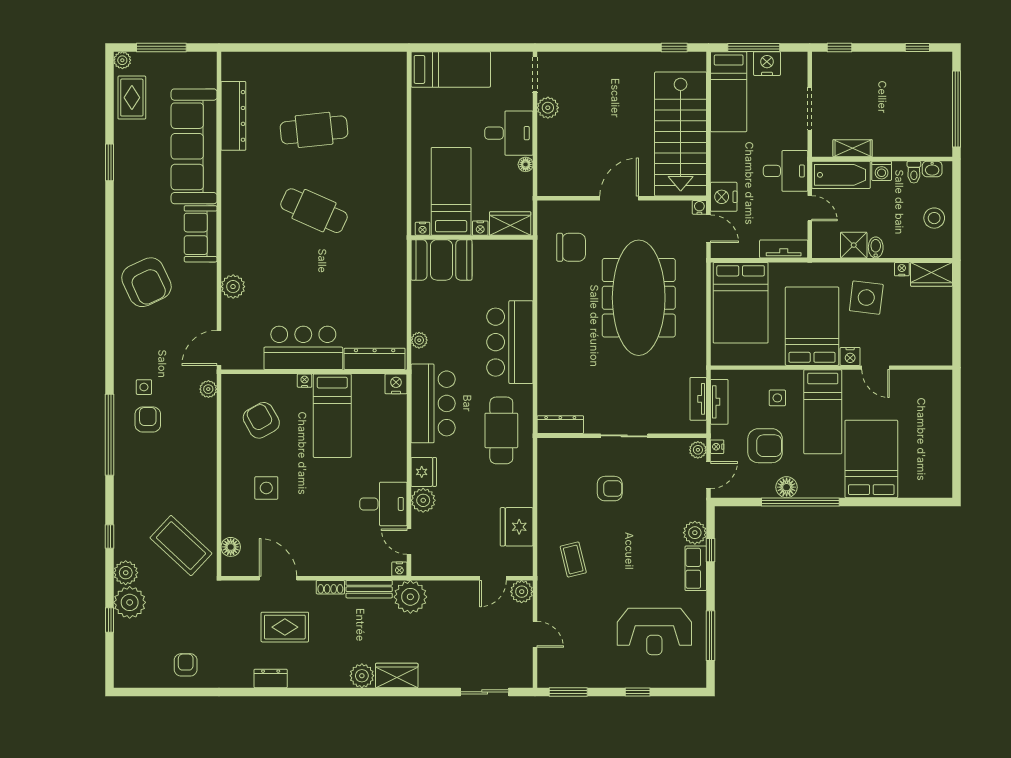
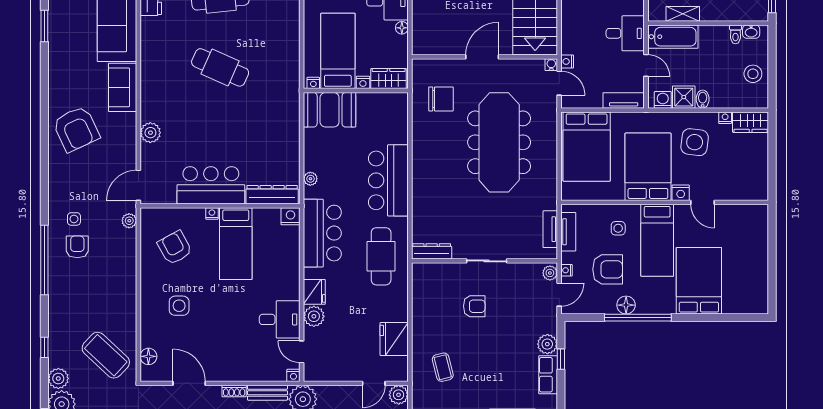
washing machine: (882, 171) -> (663, 100), moved, turned 180
nightstand: (724, 197) -> (567, 61), width x0.53, depth x0.56

